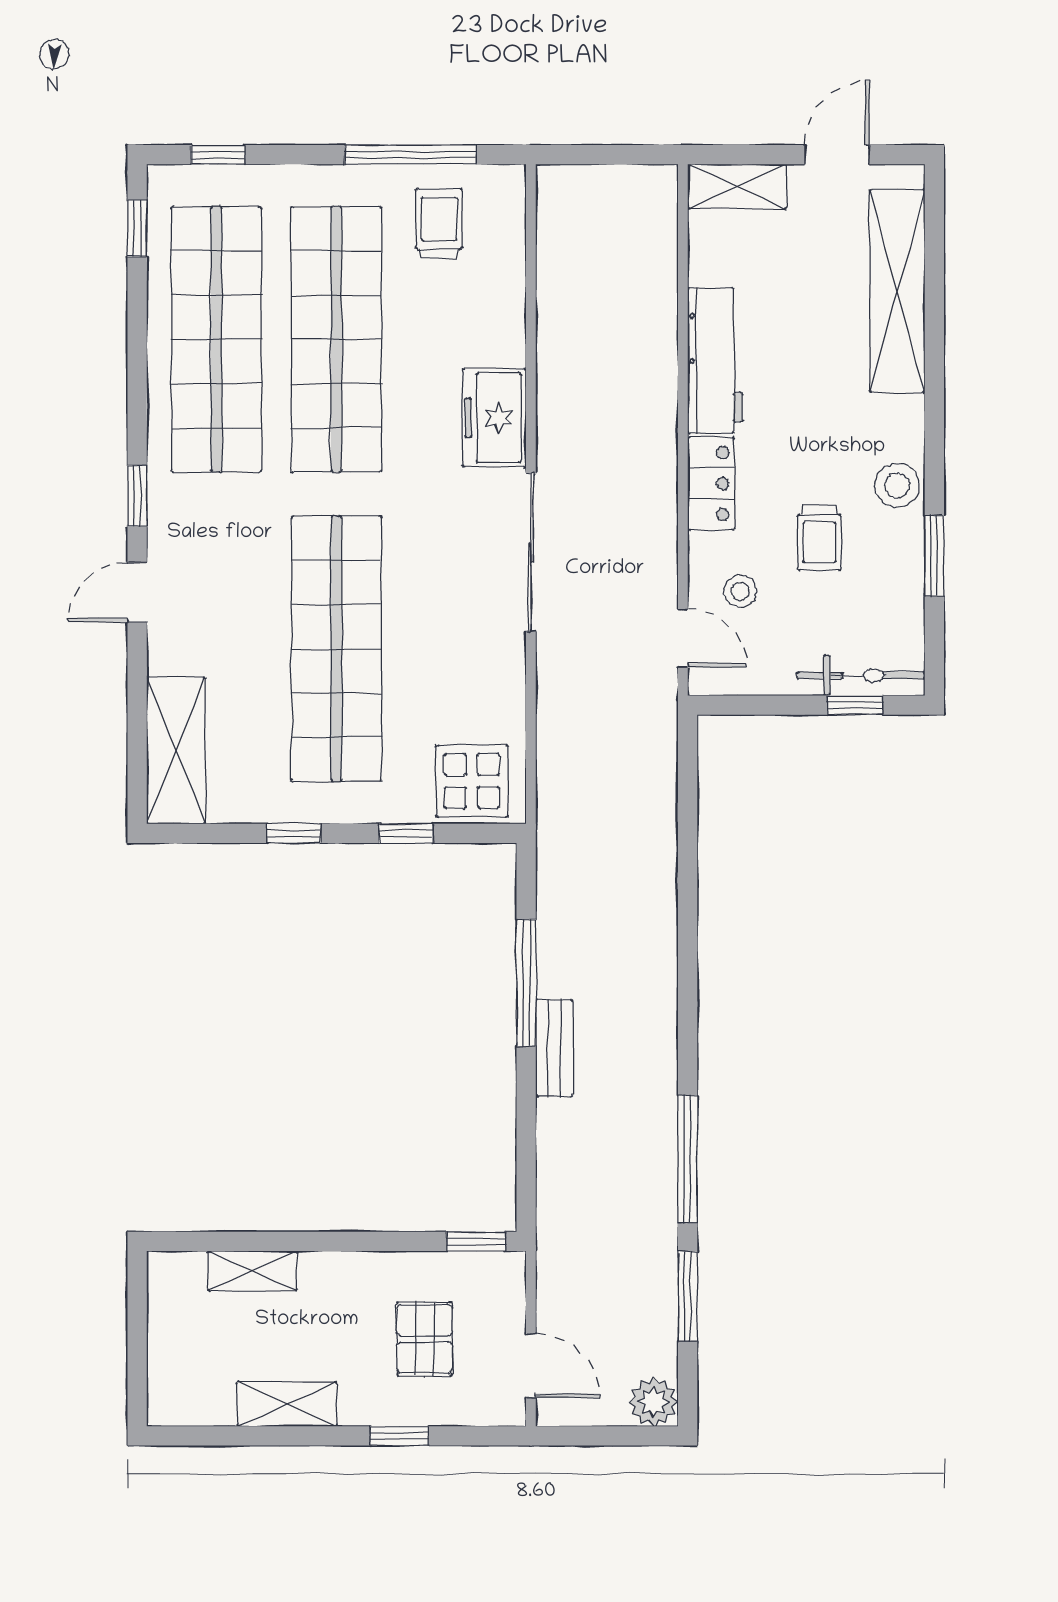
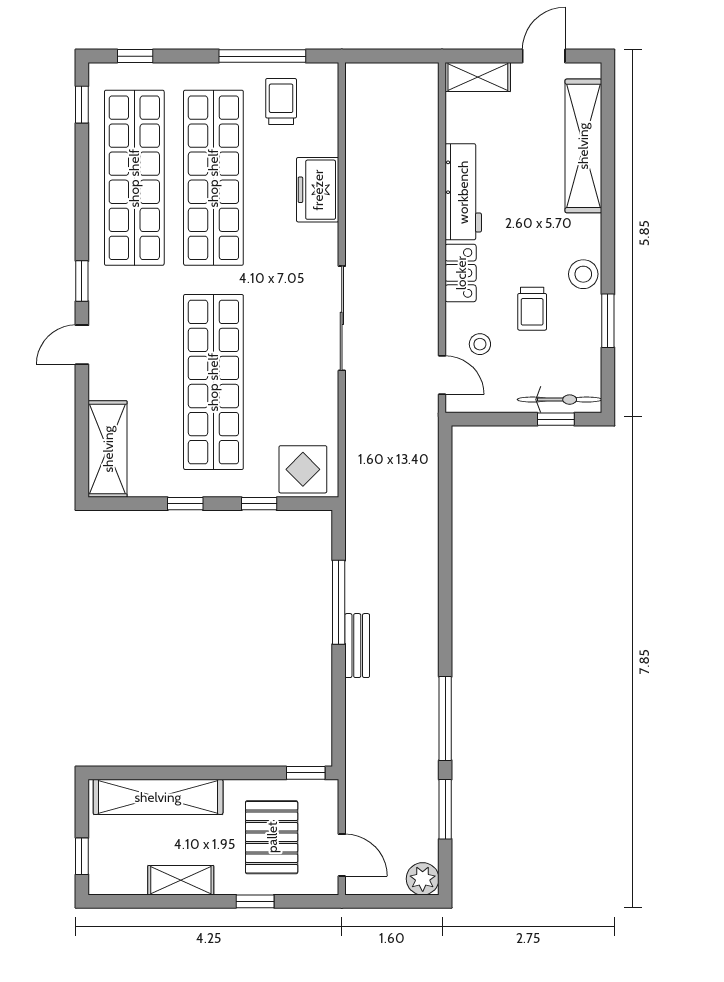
freezer: (494, 418) -> (318, 190), moved
shelving: (252, 1271) -> (158, 797), width x2.20, depth x1.33
pallet: (424, 1339) -> (272, 837), width x1.50, depth x1.42
window: (137, 1367) -> (82, 856), added

